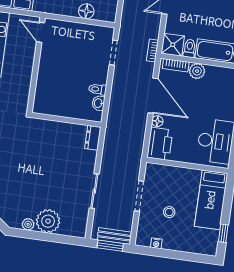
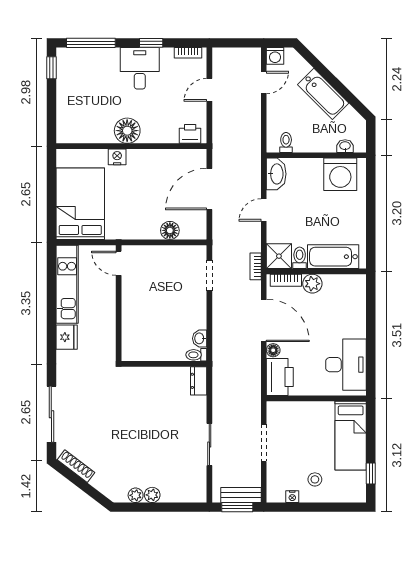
toilet: (98, 89) -> (196, 355), moved
stool: (169, 212) -> (315, 479), moved
plant: (48, 221) -> (152, 495), width x0.53, depth x0.53

